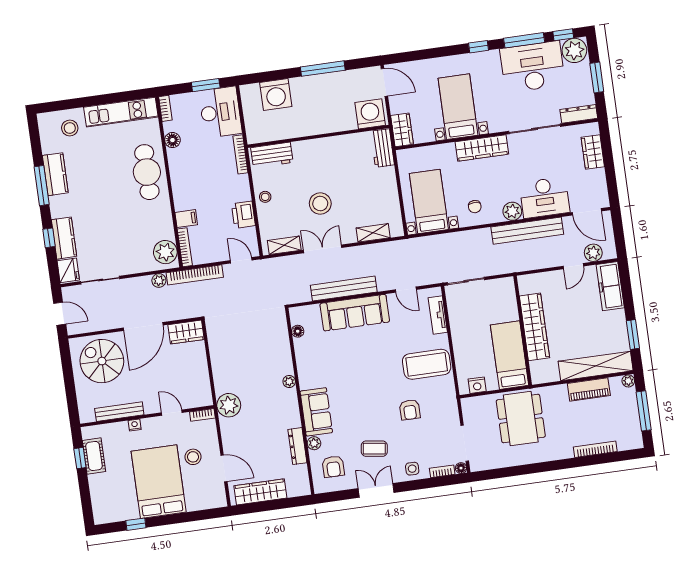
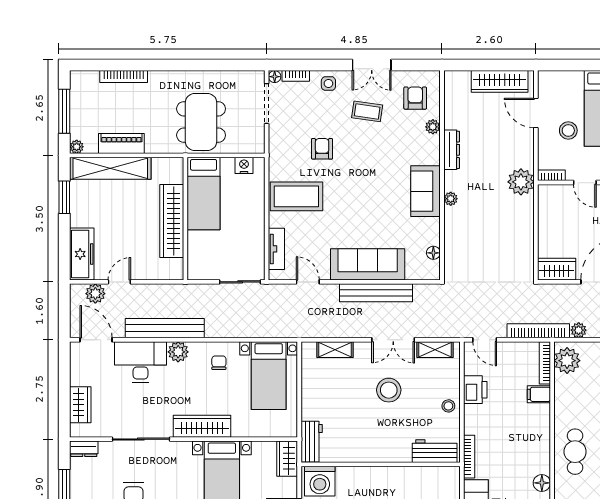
dresser: (579, 114) -> (84, 449), width x0.70
cafe table: (147, 172) -> (575, 452), width x0.73, depth x0.74
sofa: (316, 412) -> (425, 191), moved
dresser: (297, 446) -> (452, 150), moved

